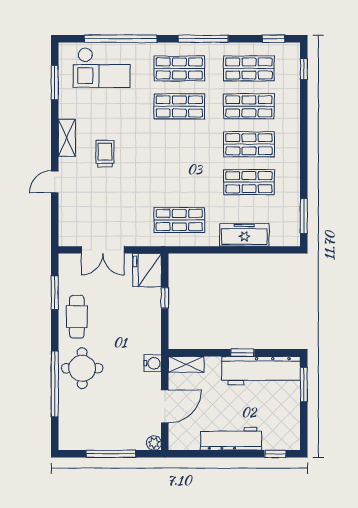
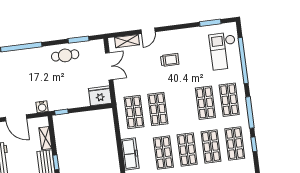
window: (273, 39) -> (254, 144), moved
shelving: (67, 138) -> (127, 41), moved
door: (55, 182) -> (148, 31), swing flipped
shop shelf: (179, 182) -> (158, 109), added
double door: (103, 250) -> (109, 66), swing flipped
window: (165, 298) -> (61, 112), moved
shelving: (186, 364) -> (45, 138), moved
round table: (82, 368) -> (33, 63), removed

